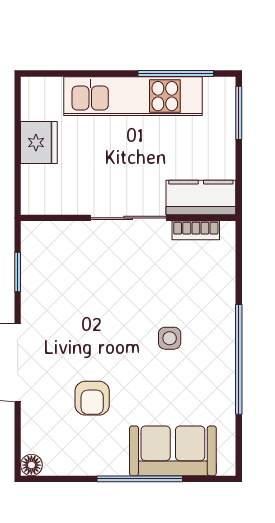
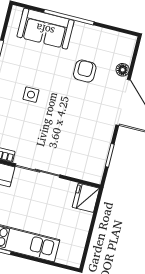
fridge: (39, 143) -> (86, 198), moved
floor lamp: (31, 465) -> (123, 70), moved

